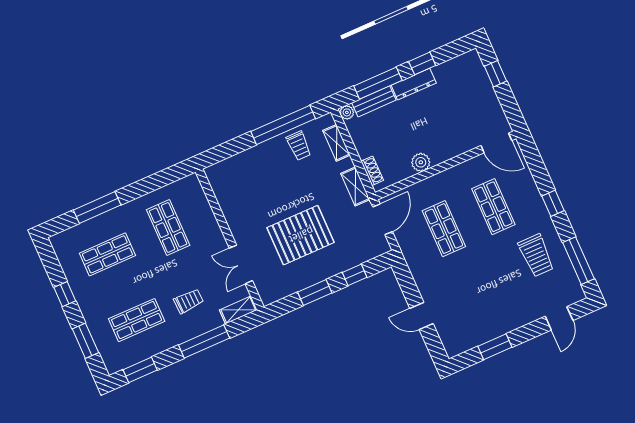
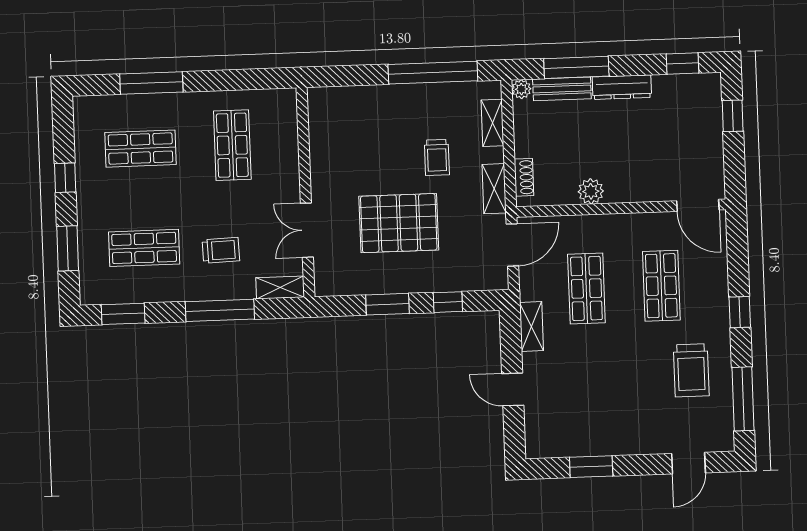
window: (422, 63) -> (683, 63), moved
trolley: (299, 146) -> (437, 157), moved
shelving: (417, 269) -> (531, 326), added

